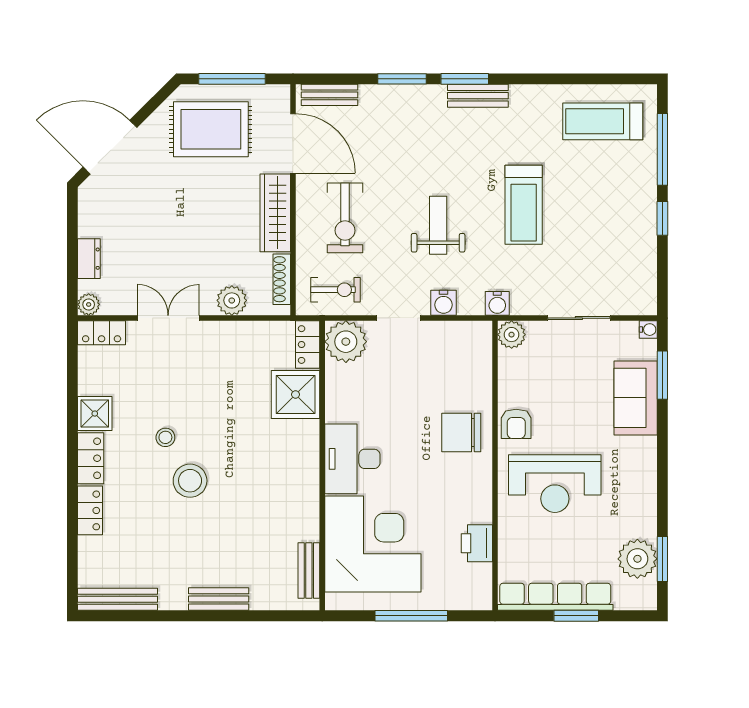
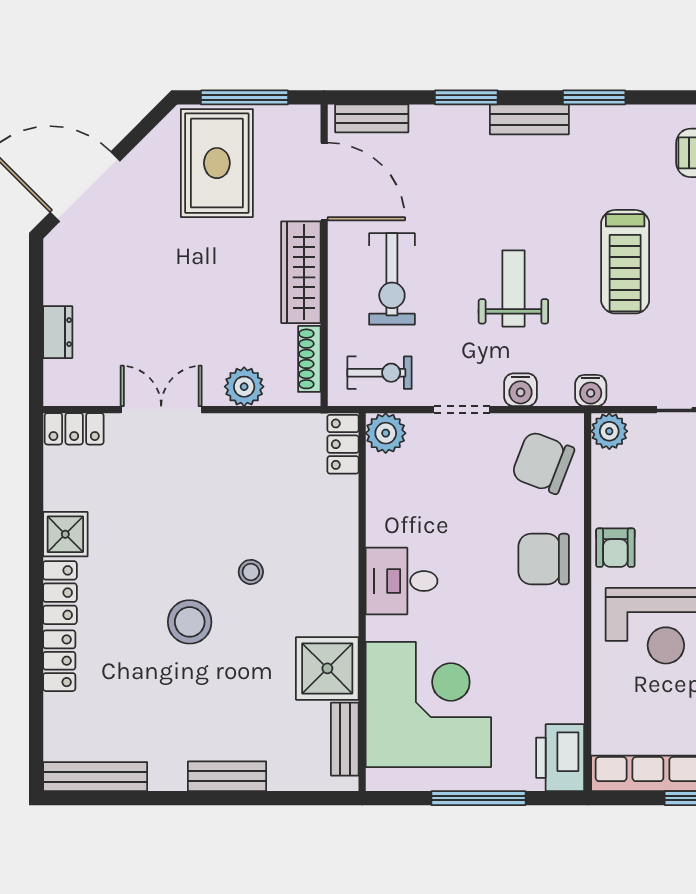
window: (465, 79) -> (594, 97), moved
bench: (478, 96) -> (529, 119), moved
rug: (211, 129) -> (217, 163), turned 90
plant: (89, 304) -> (57, 392), removed
plant: (346, 342) -> (386, 433), width x0.73, depth x0.73
chair: (461, 359) -> (543, 463), added
shower: (296, 394) -> (327, 668), moved
stool: (165, 437) -> (251, 572), moved
desk: (352, 459) -> (402, 581), width x0.73
printer: (477, 543) -> (560, 758), moved, width x1.37, depth x1.19

